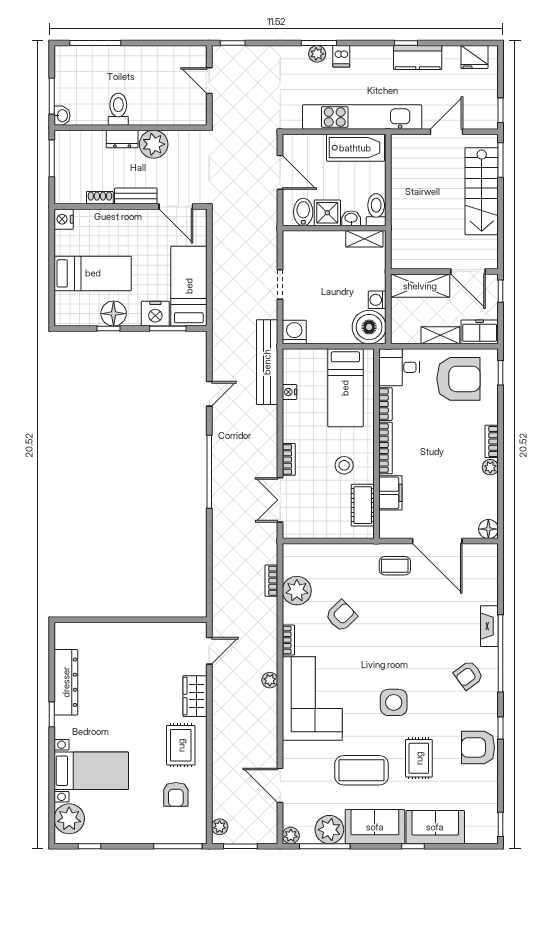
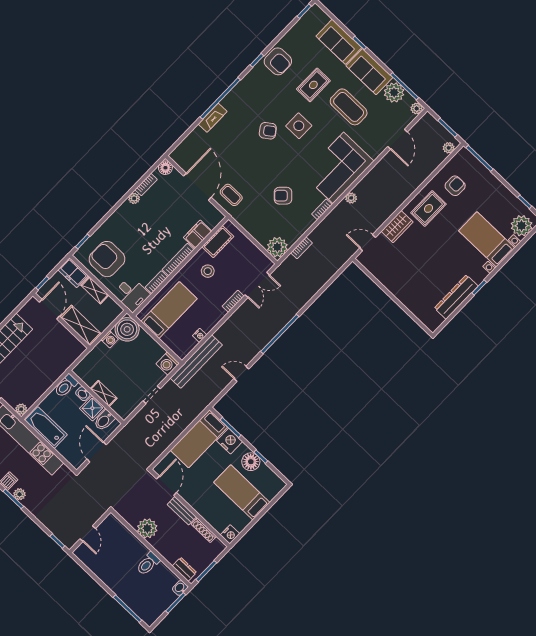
dresser: (122, 139) -> (184, 569), moved
plant: (399, 142) -> (21, 409), added
shoe rack: (100, 198) -> (204, 530), width x1.43
shelving: (364, 239) -> (104, 394), moved
bookcase: (492, 441) -> (146, 185), moved
plant: (297, 591) -> (277, 247), moved
armchair: (469, 675) -> (268, 131), moved

